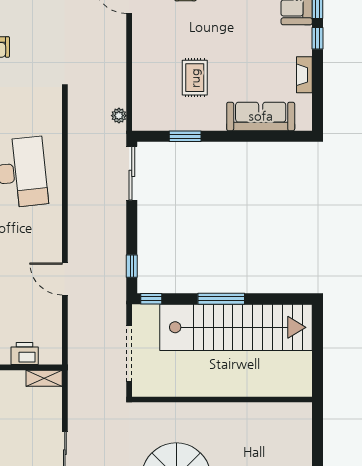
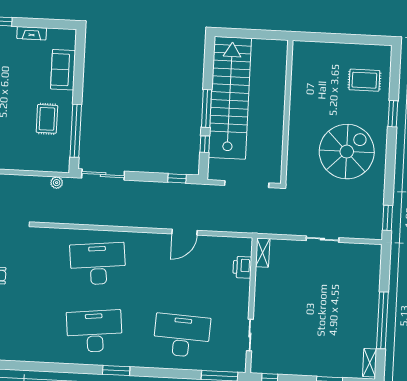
rug: (195, 78) -> (47, 119), moved, turned 90
sofa: (261, 116) -> (63, 70), width x0.73
window: (185, 136) -> (76, 131), width x2.11
window: (151, 299) -> (205, 144), moved

